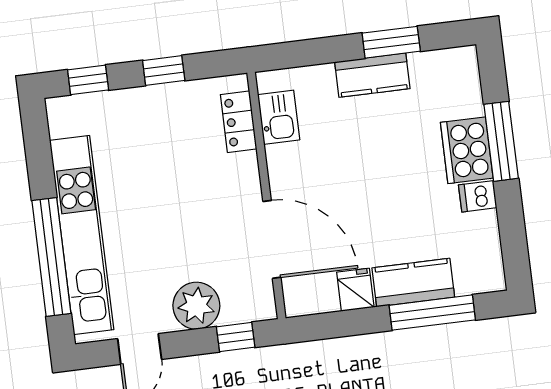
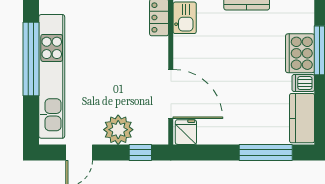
window: (51, 257) -> (31, 59), moved
kitchen counter: (413, 283) -> (302, 118), moved, turned -90
fridge: (355, 290) -> (186, 132), moved

